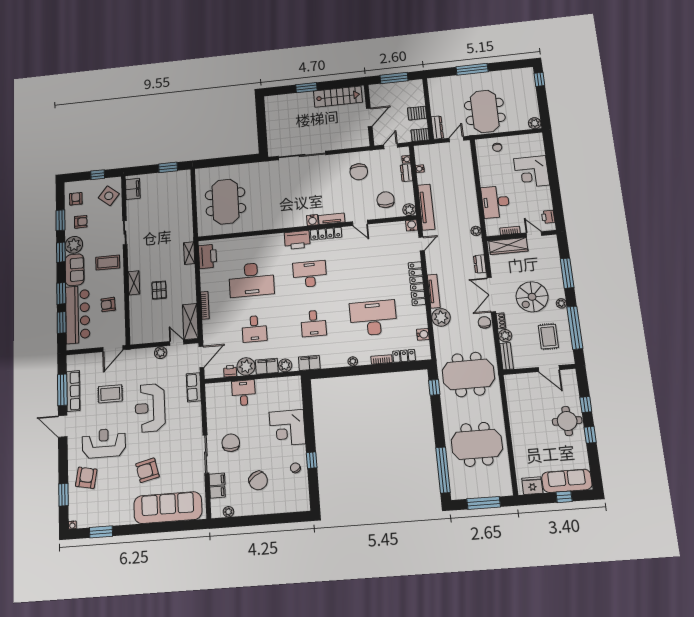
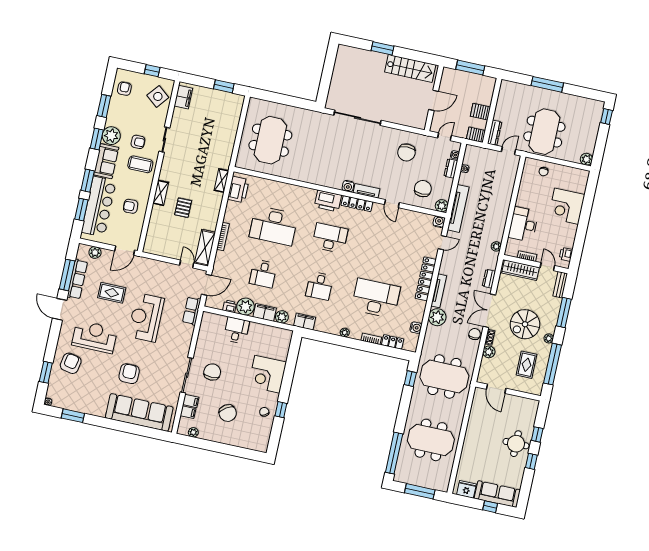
armchair: (81, 222) -> (138, 142), moved
plant: (161, 353) -> (95, 252), moved
bench: (507, 356) -> (560, 285), moved
door: (549, 369) -> (496, 389), moved
armchair: (147, 470) -> (129, 374), turned 103

